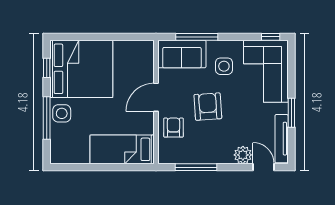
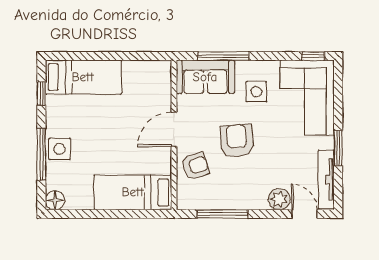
bed: (81, 69) -> (83, 77), width x0.49
armchair: (174, 128) -> (195, 166), turned 72
floor lamp: (58, 156) -> (55, 200), added

